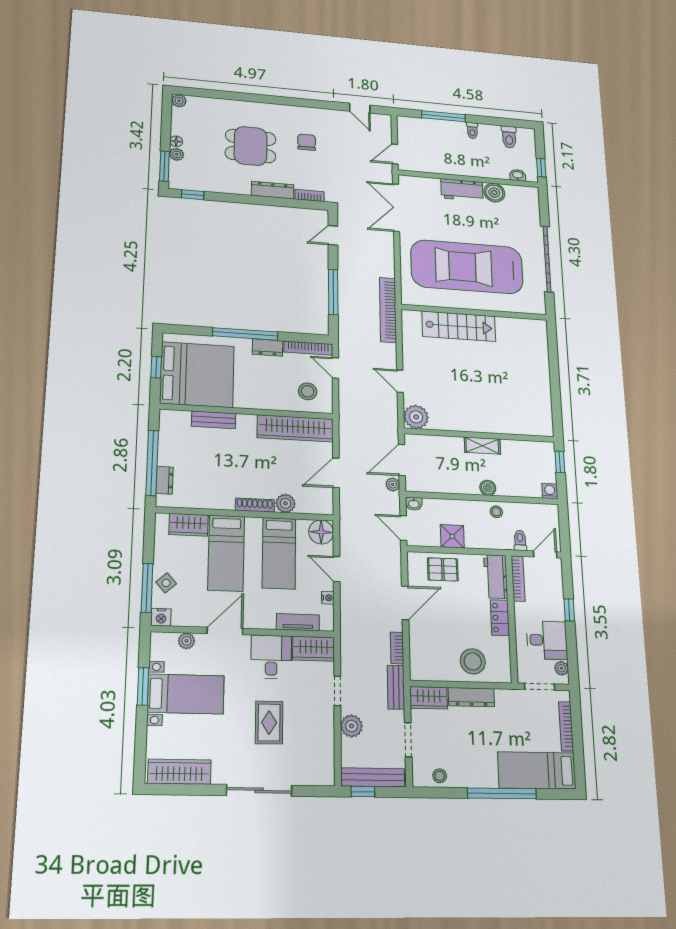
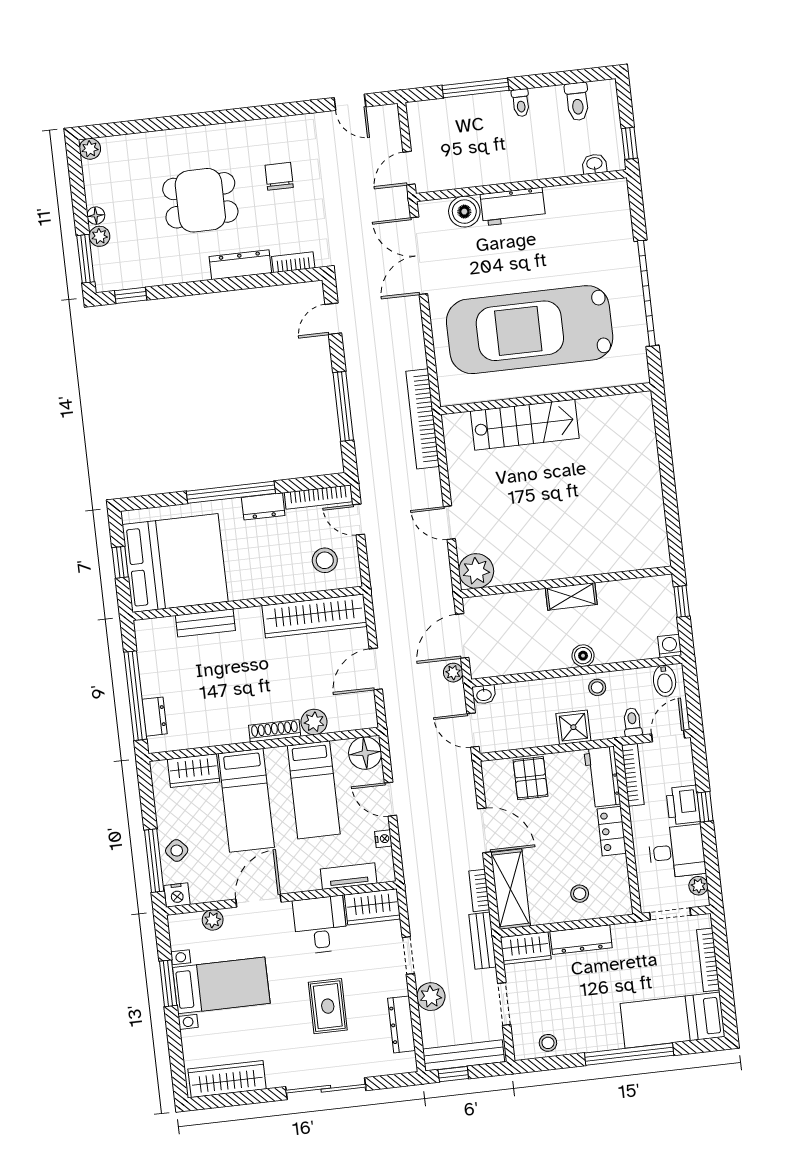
boiler: (494, 193) -> (464, 212), moved
bidet: (545, 515) -> (665, 681), added
shower: (452, 536) -> (573, 727), moved
pallet: (443, 569) -> (530, 778), turned 90
door: (405, 603) -> (484, 830), hinge flipped
printer: (553, 606) -> (683, 805), added
shelving: (421, 650) -> (511, 889), added
stool: (473, 661) -> (580, 894), width x0.53, depth x0.53
dresser: (326, 745) -> (402, 1024), added

